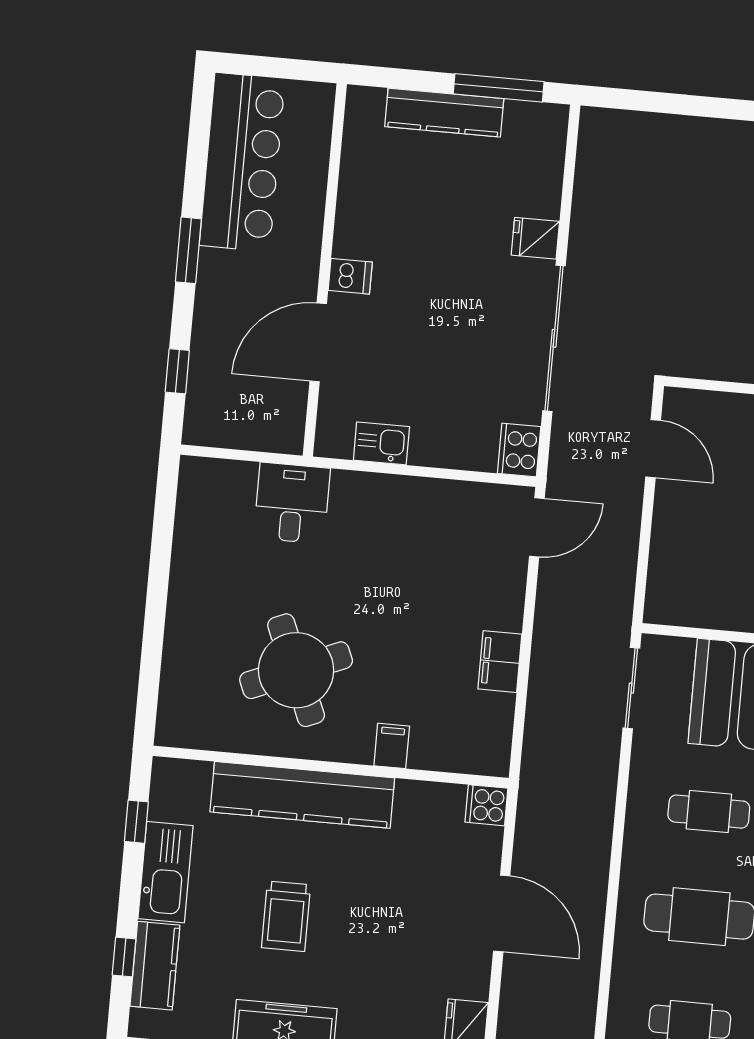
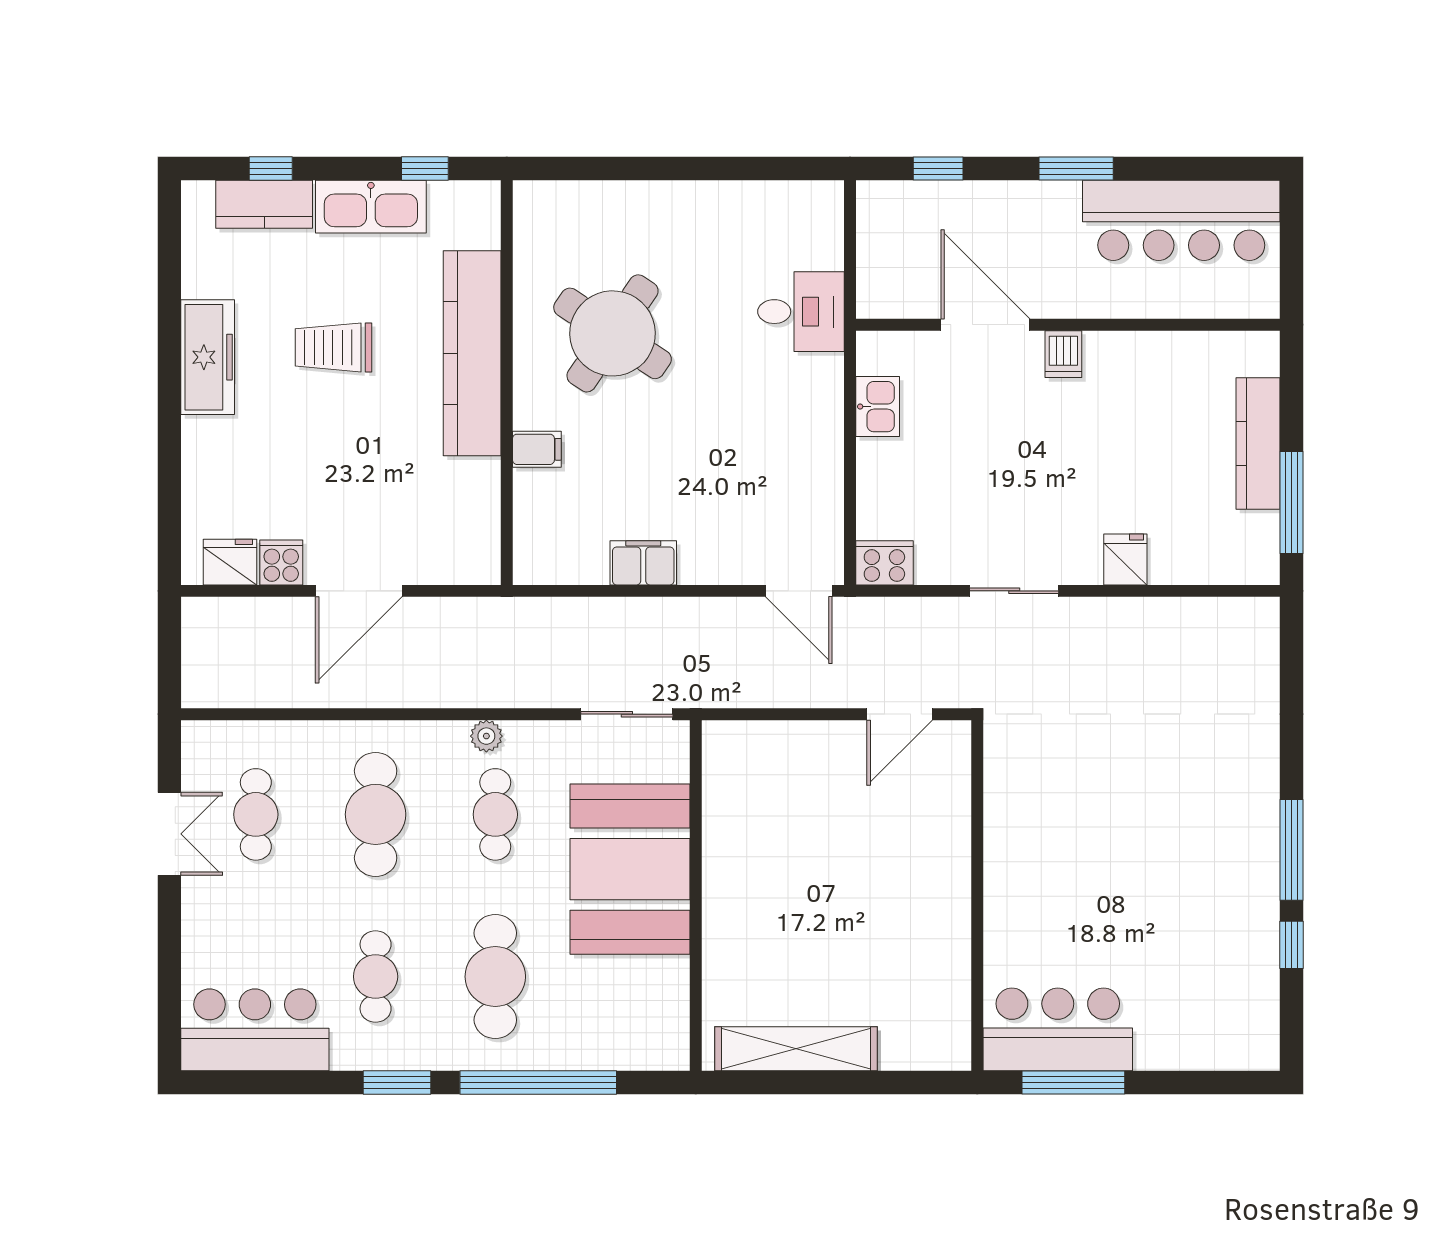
sliding door: (554, 338) -> (1014, 591), width x0.54
round table: (296, 670) -> (613, 333), turned -33
cooker: (486, 805) -> (281, 562), moved
plant: (639, 813) -> (486, 736), added

